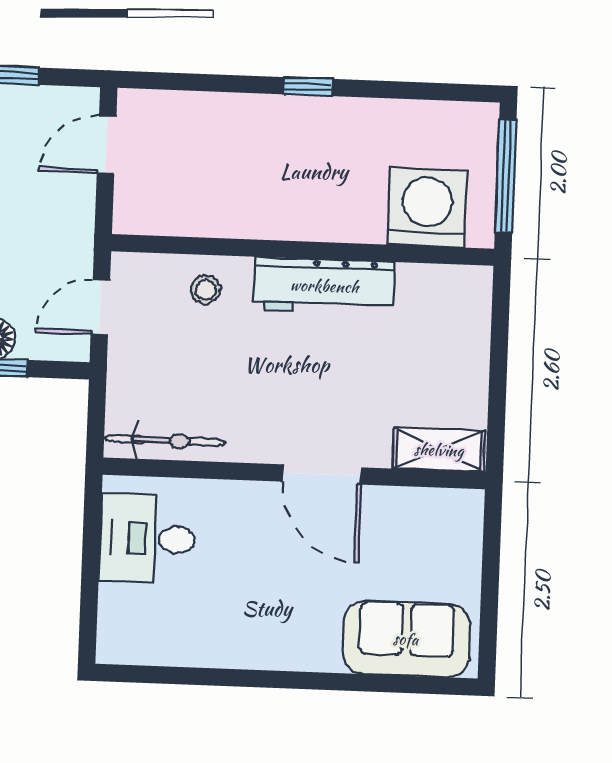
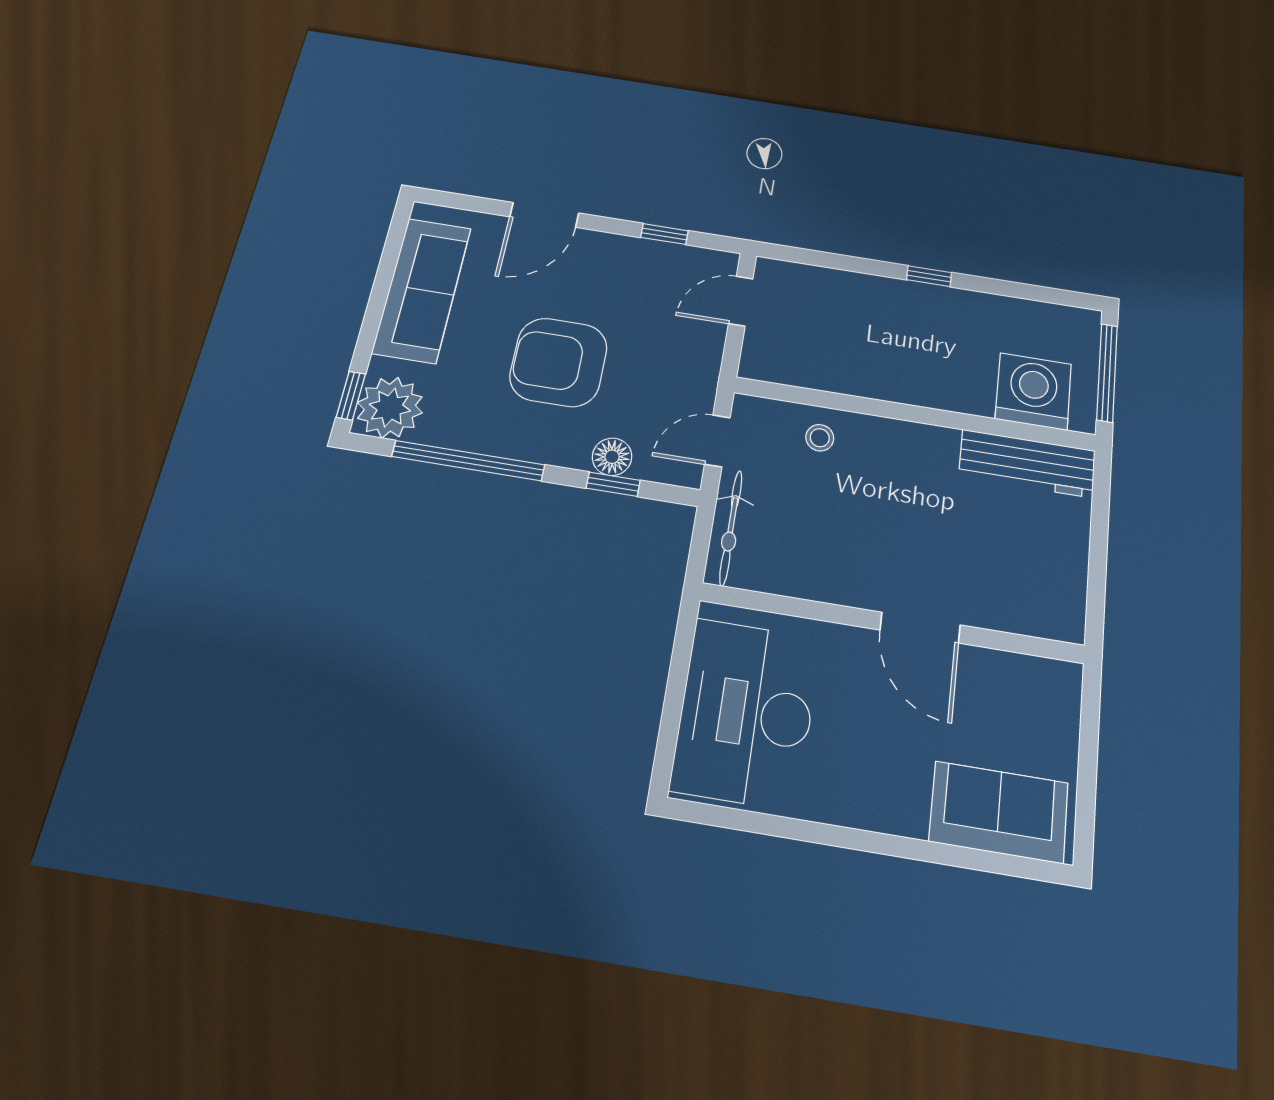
workbench: (324, 286) -> (1027, 463), moved
bicycle: (165, 441) -> (731, 528), moved, turned 90
shelving: (439, 450) -> (1038, 618), removed
desk: (148, 539) -> (746, 713), width x1.87, depth x1.30

